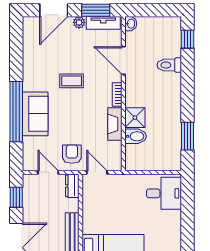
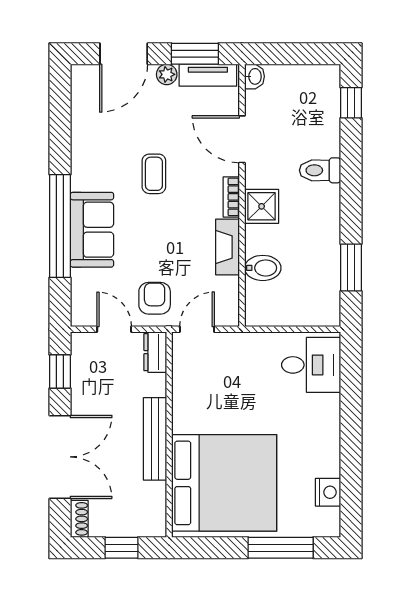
toilet: (169, 65) -> (320, 170), moved
coffee table: (72, 81) -> (154, 174), turned 90
shower: (135, 118) -> (262, 206), moved
door: (97, 172) -> (197, 329), hinge flipped

